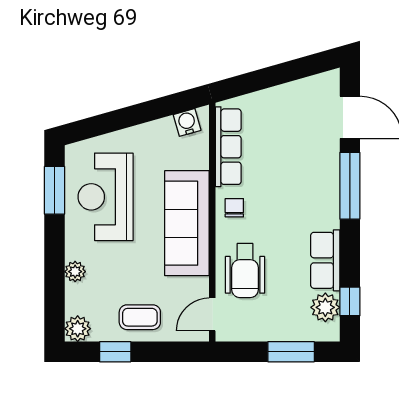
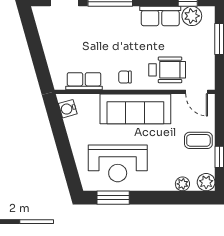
row of seats: (228, 147) -> (84, 81), width x0.68
plant: (75, 272) -> (182, 184), moved
coffee table: (140, 317) -> (198, 140), turned 90

